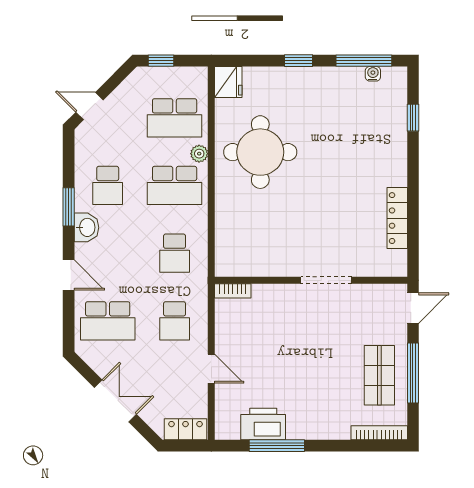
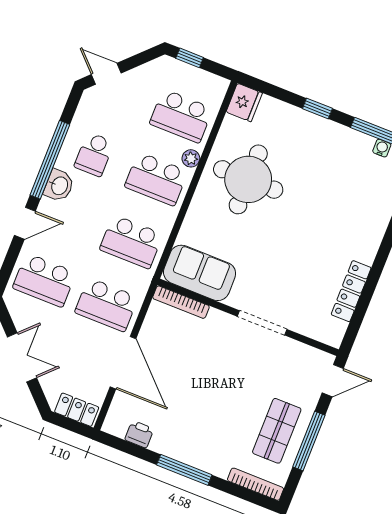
window: (69, 207) -> (50, 160), width x2.11
school desk: (175, 253) -> (131, 242), width x1.85
sofa: (249, 257) -> (200, 273), added
door: (69, 275) -> (25, 223), hinge flipped
bookcase: (233, 291) -> (181, 302), width x1.56
school desk: (175, 321) -> (106, 305), width x1.85
door: (211, 369) -> (123, 363), width x1.87
printer: (263, 424) -> (139, 434), width x0.53, depth x0.68
window: (277, 446) -> (184, 470), moved

